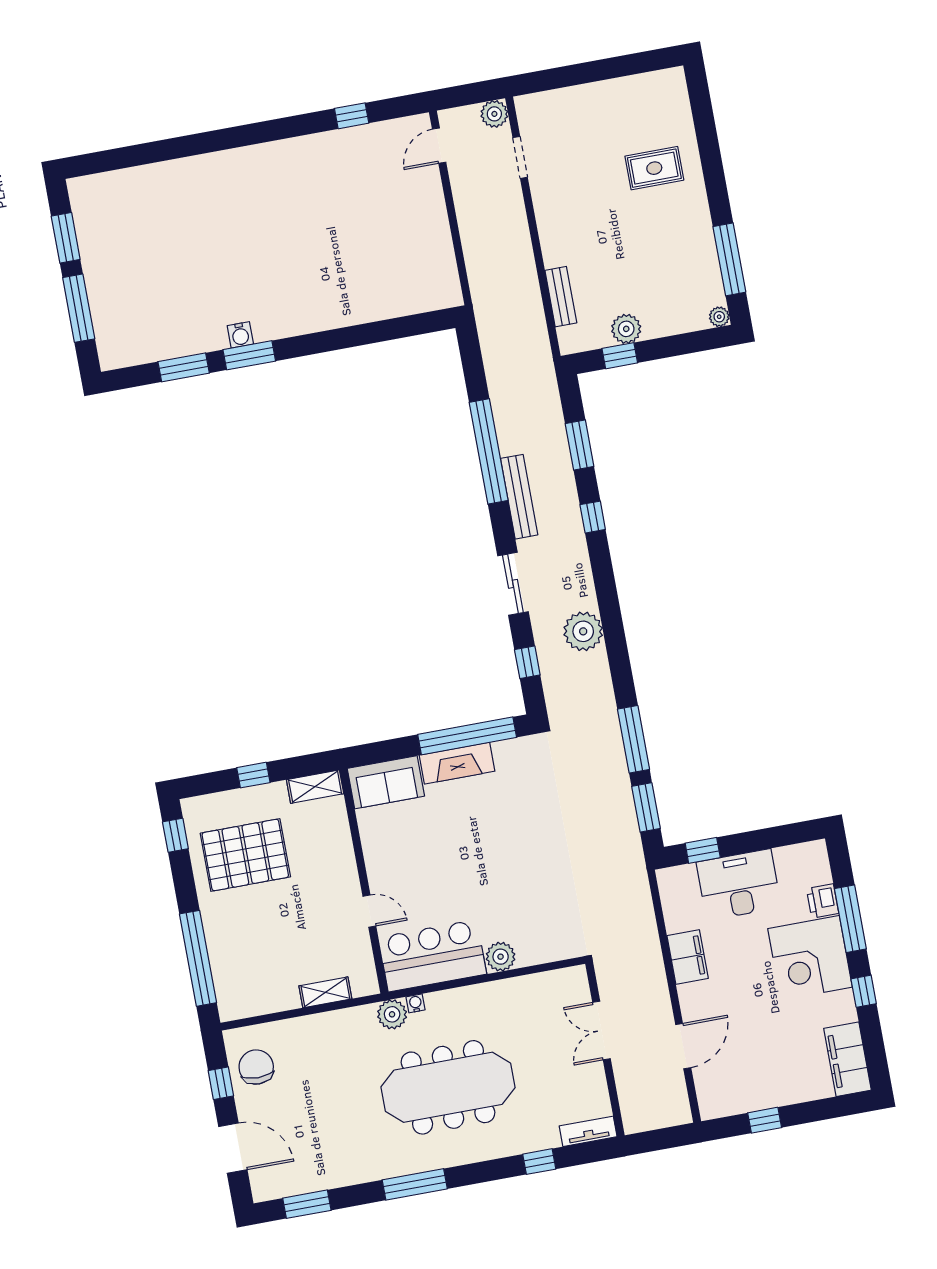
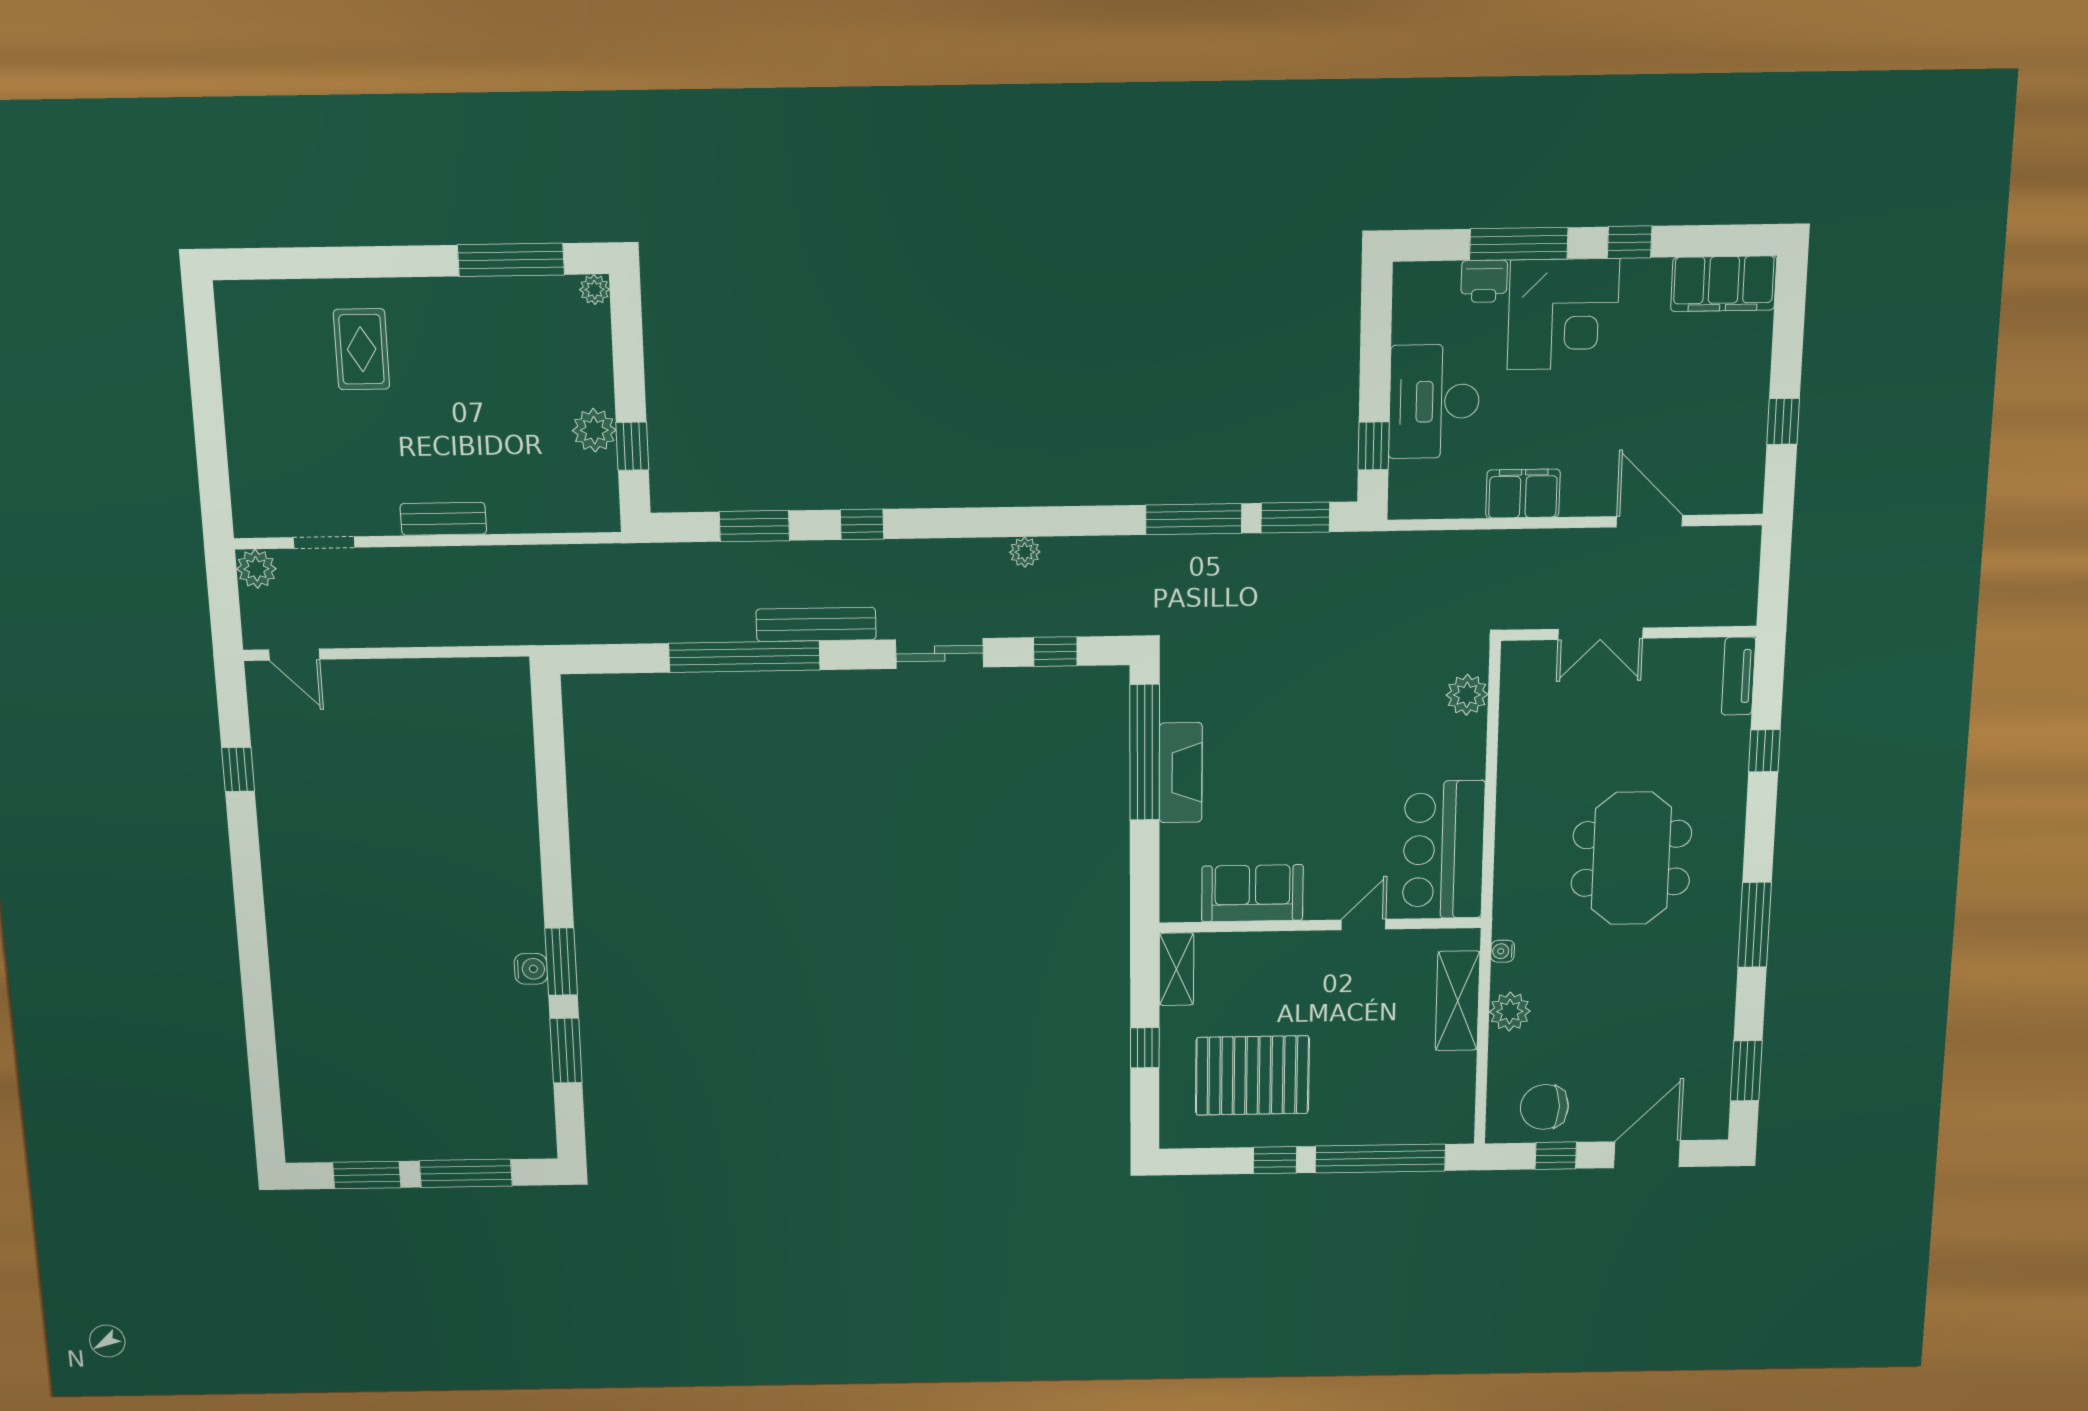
bench: (561, 297) -> (443, 519), moved
plant: (583, 631) -> (1025, 552), width x0.53, depth x0.53
sofa: (386, 782) -> (1252, 893), moved, turned -90
window: (175, 835) -> (1275, 1160), moved
pallet: (245, 855) -> (1252, 1075), turned 90
plant: (501, 957) -> (1467, 695), moved
shelving: (325, 992) -> (1458, 1001), width x1.50, depth x1.33
water cooler: (416, 1003) -> (1503, 951), moved
plant: (392, 1014) -> (1510, 1011), moved
meeting table: (448, 1087) -> (1631, 858), width x0.73

